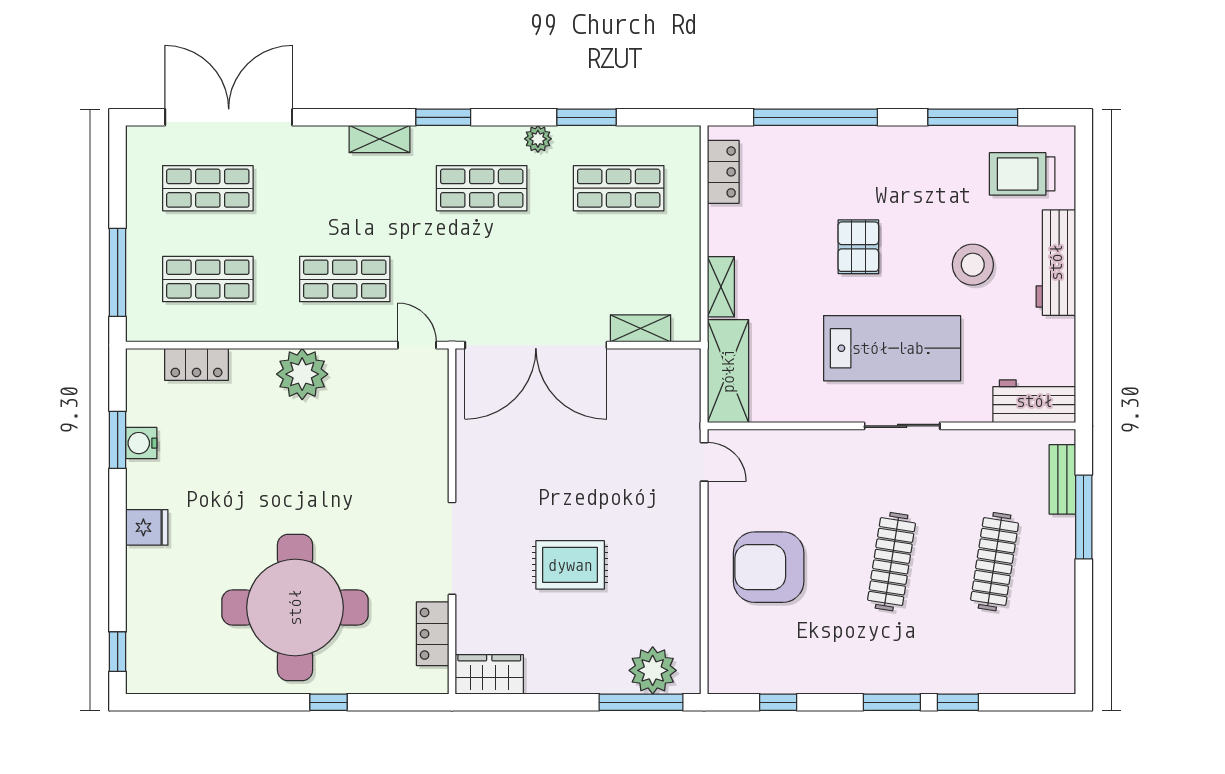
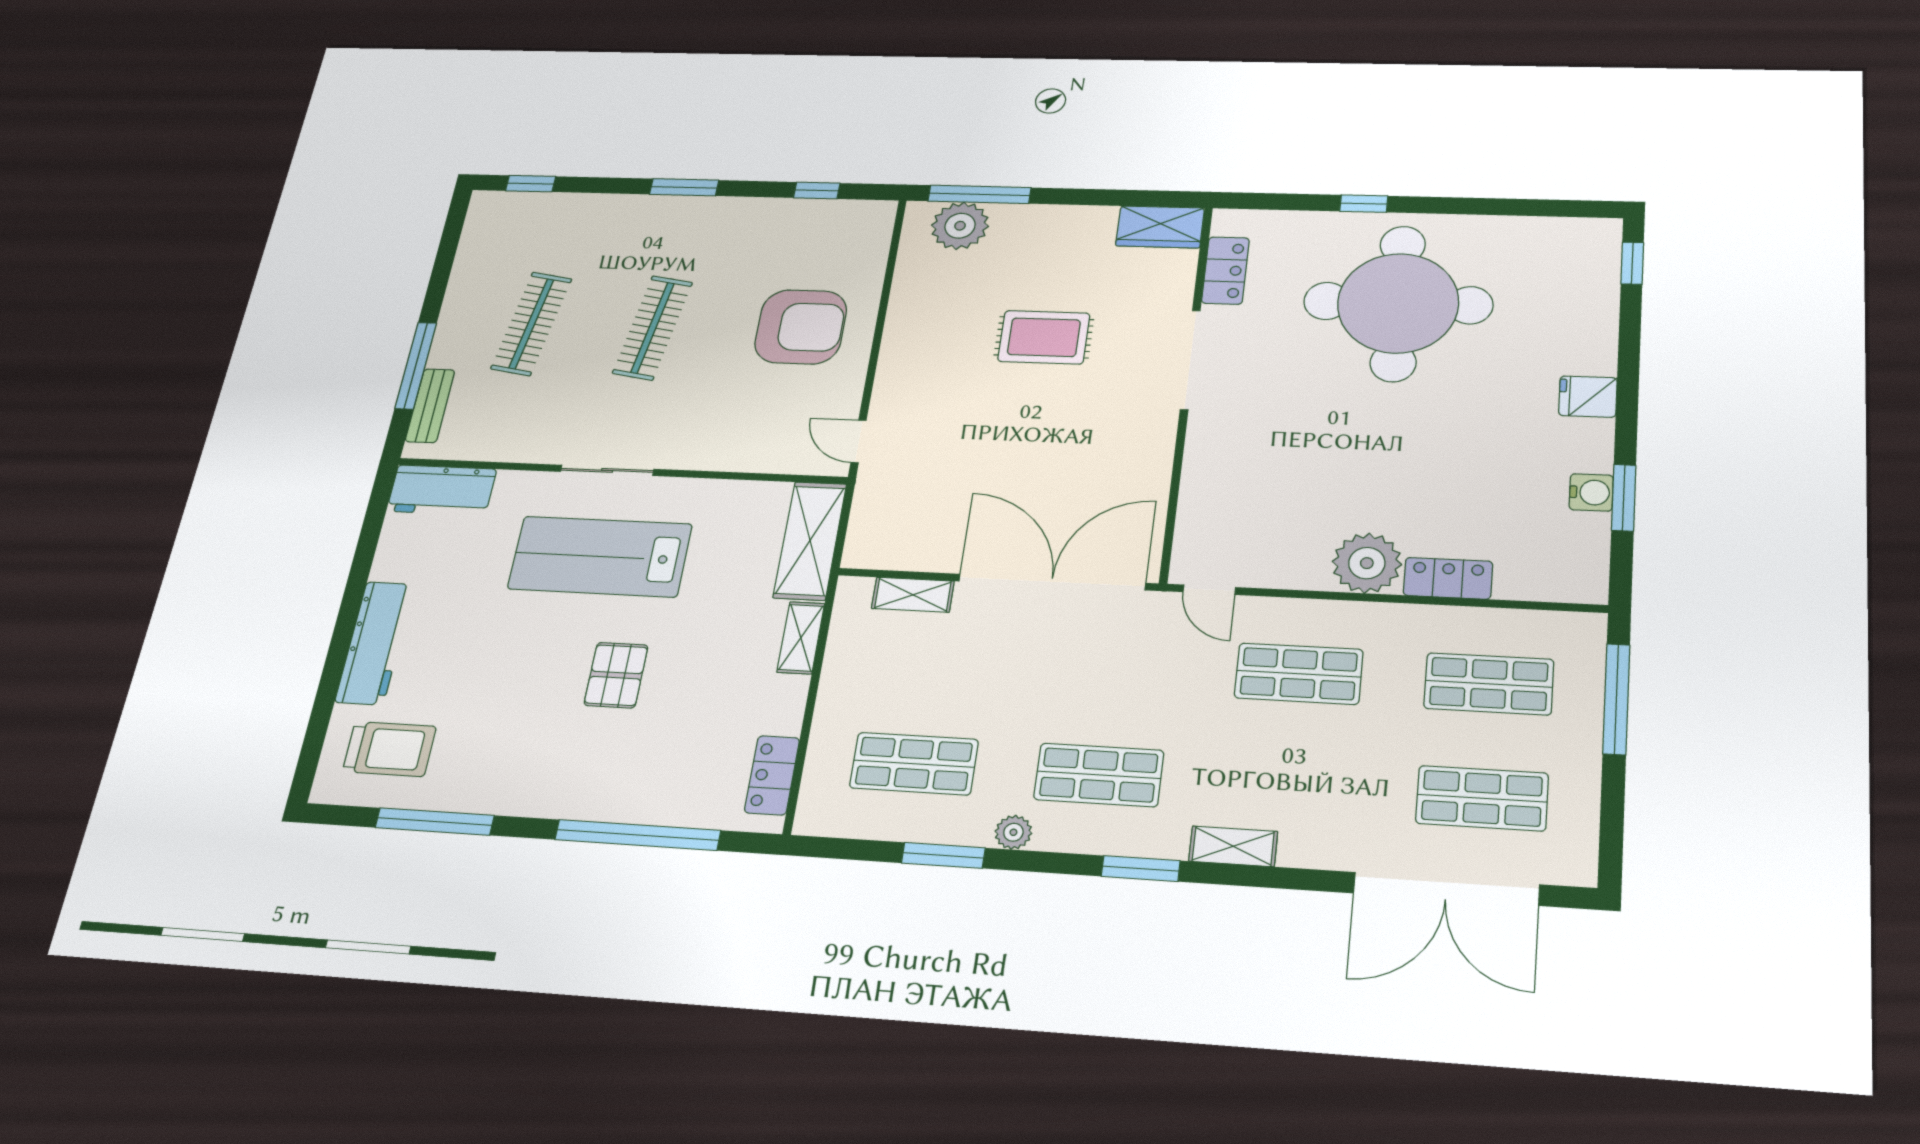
stool: (973, 265) -> (478, 646), removed
locker: (197, 364) -> (1448, 578), moved
window: (958, 702) -> (531, 184), moved

